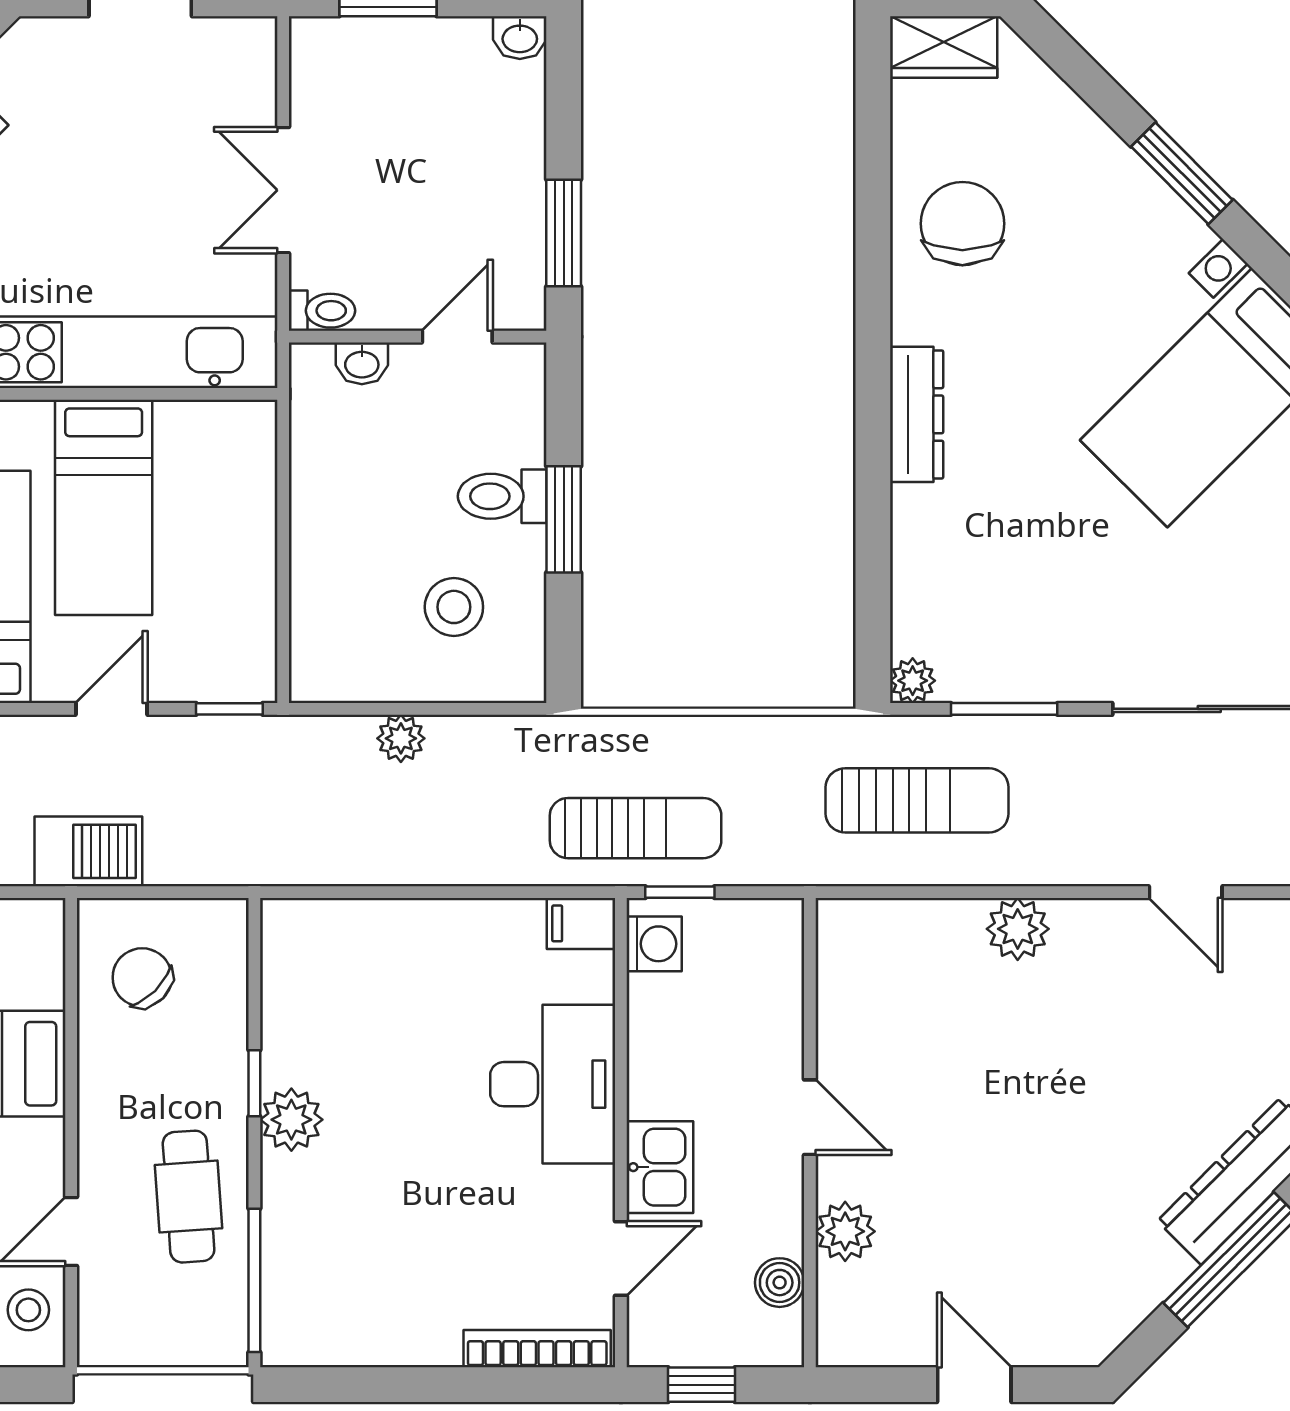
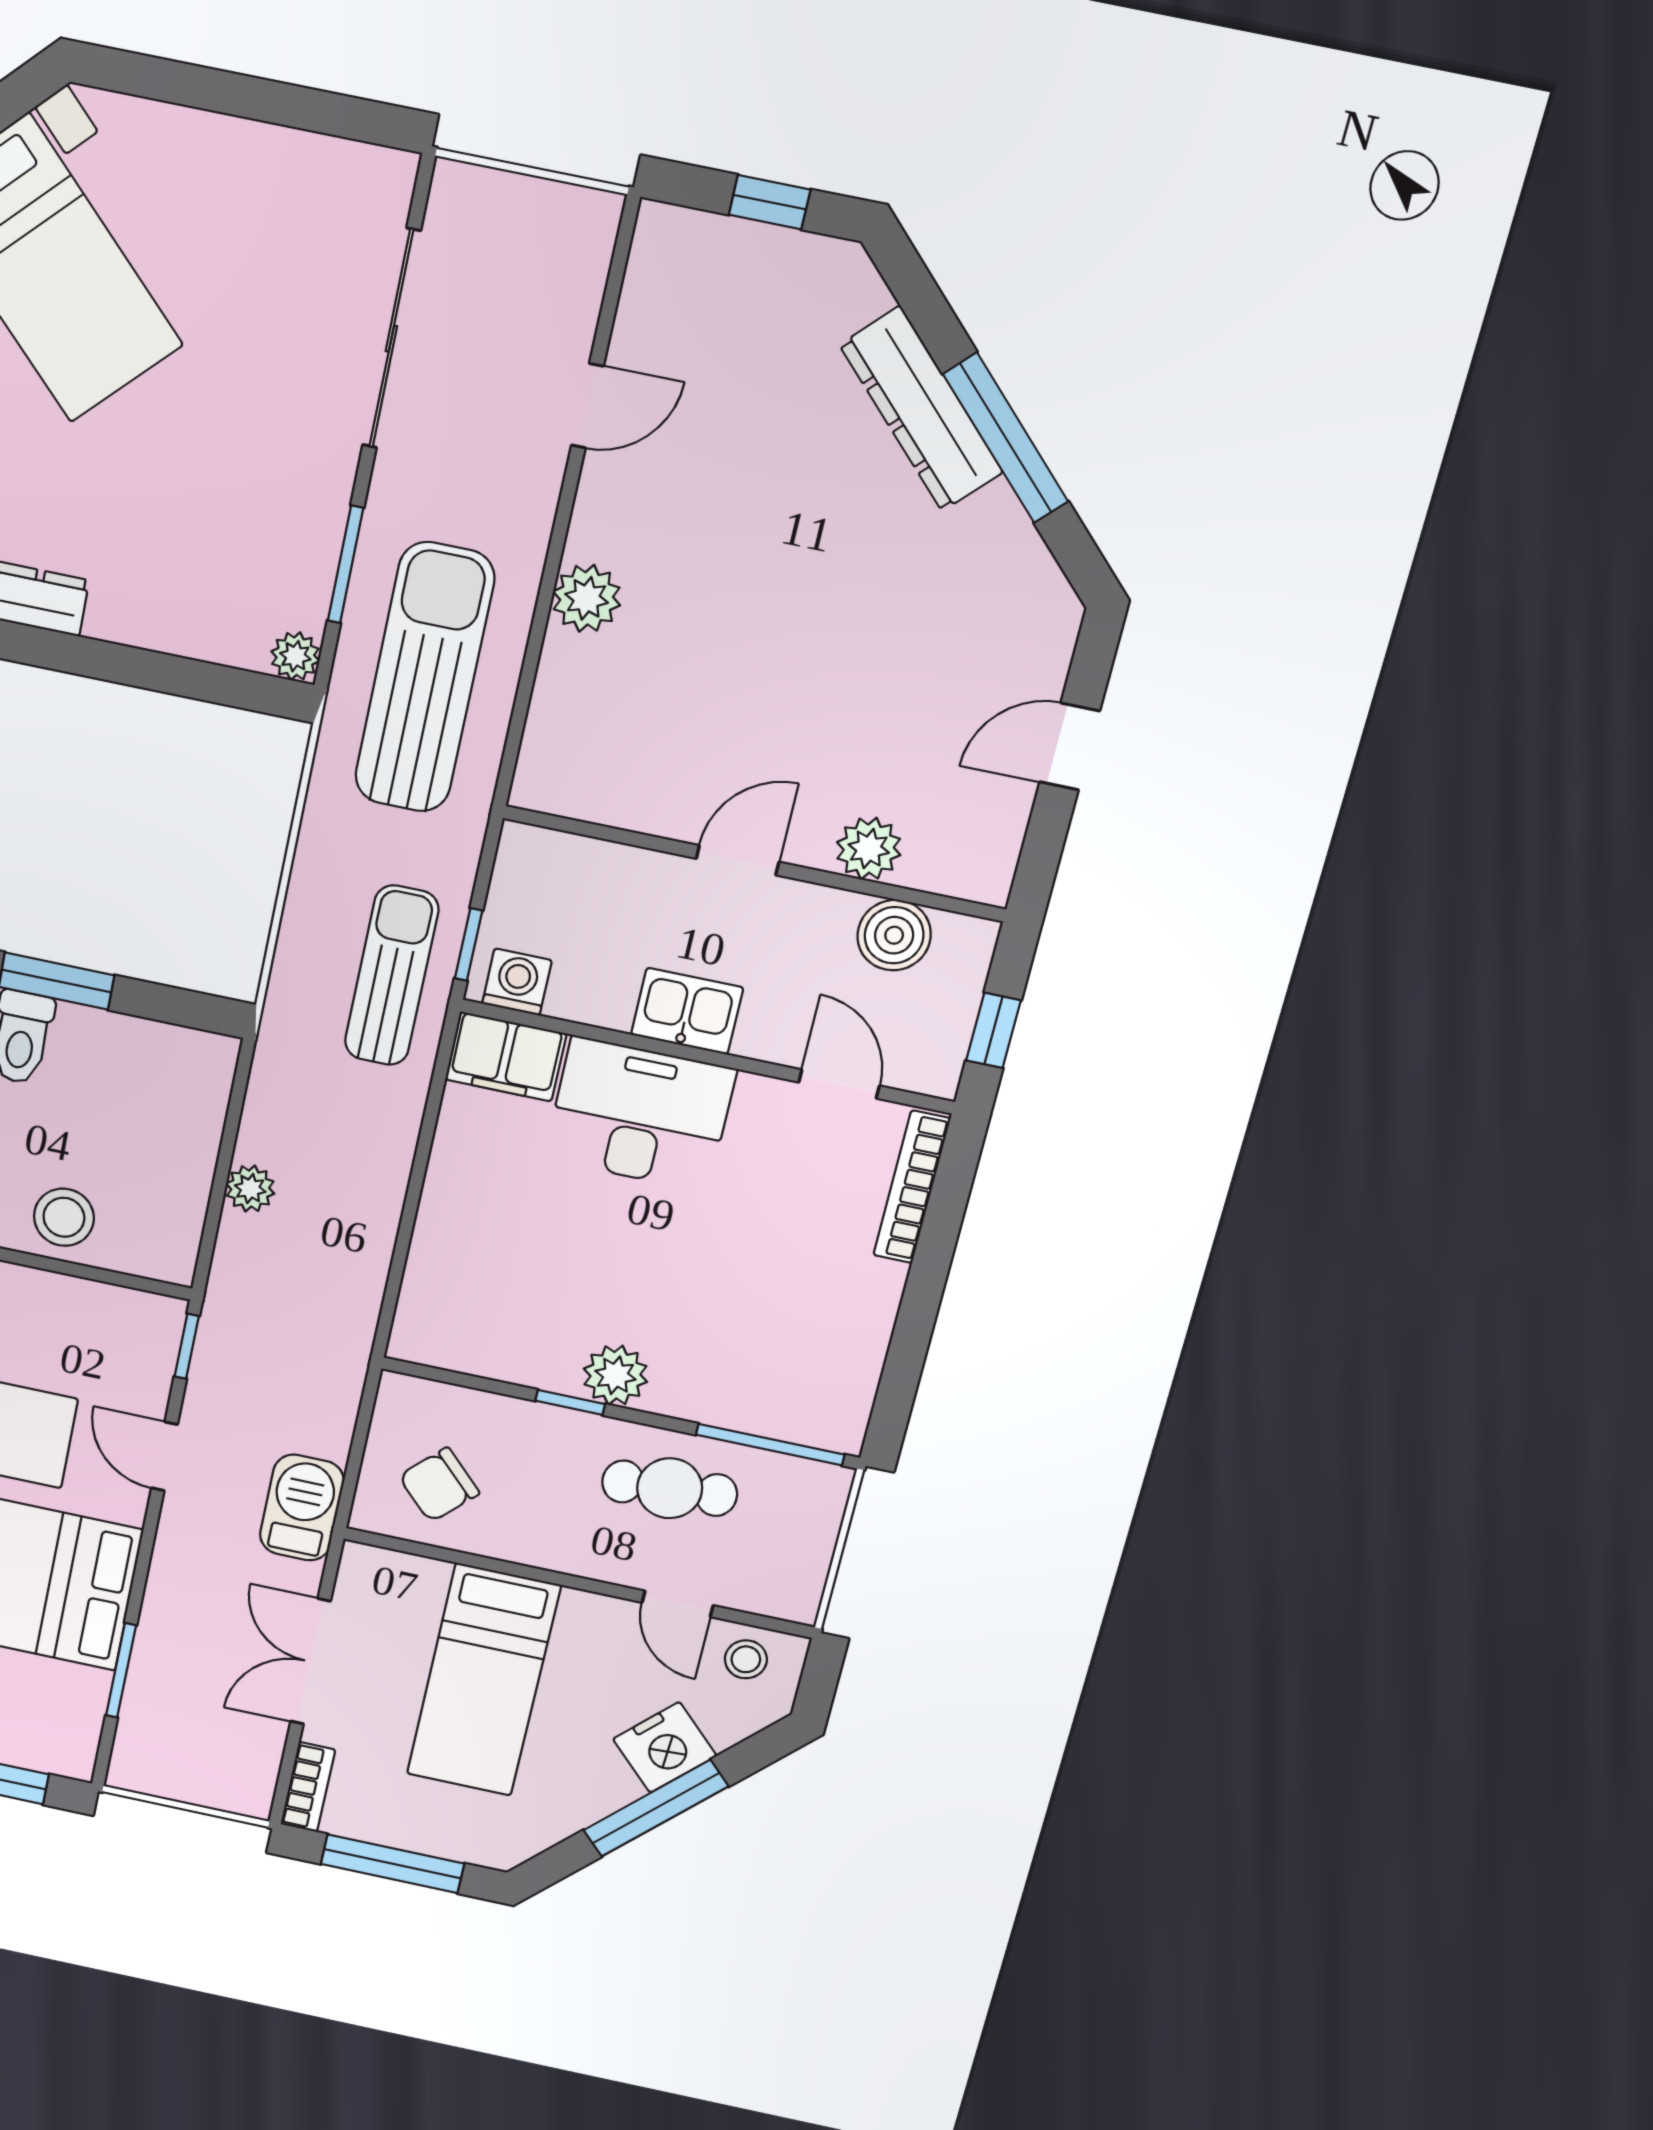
stool: (454, 607) -> (64, 1217), moved
sun lounger: (917, 800) -> (425, 678), width x1.36, depth x1.34
filing cabinet: (581, 923) -> (506, 1057), width x2.00
kitchen sink: (660, 1167) -> (687, 1011), moved
boiler: (780, 1283) -> (894, 935), width x1.36, depth x1.36

